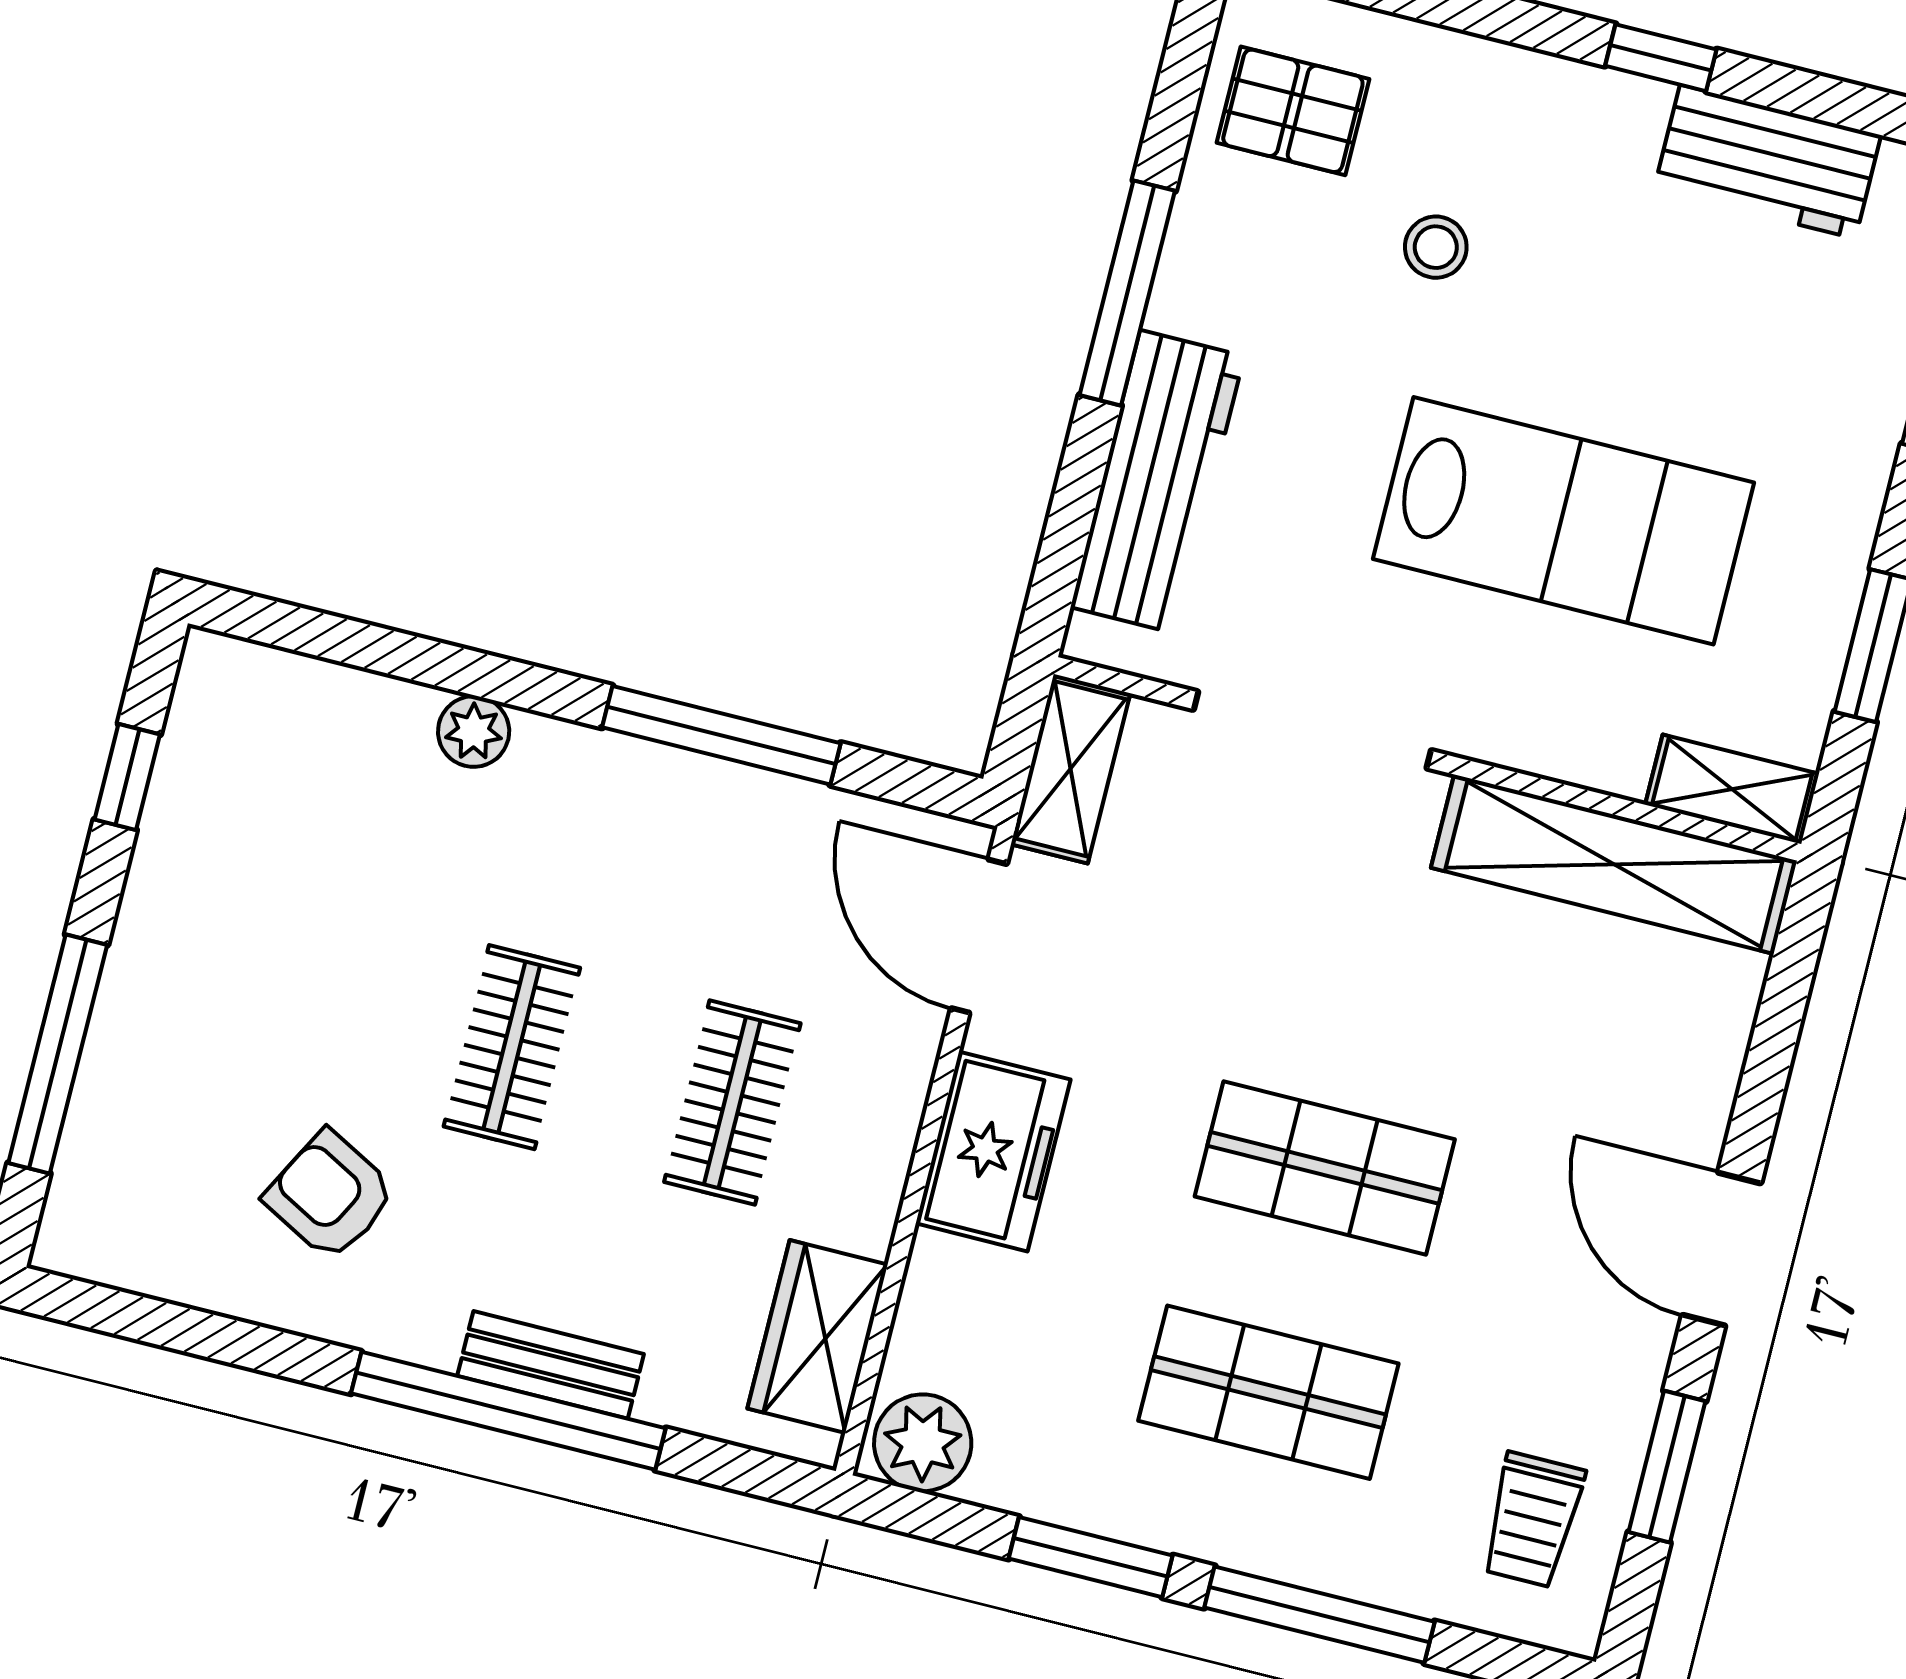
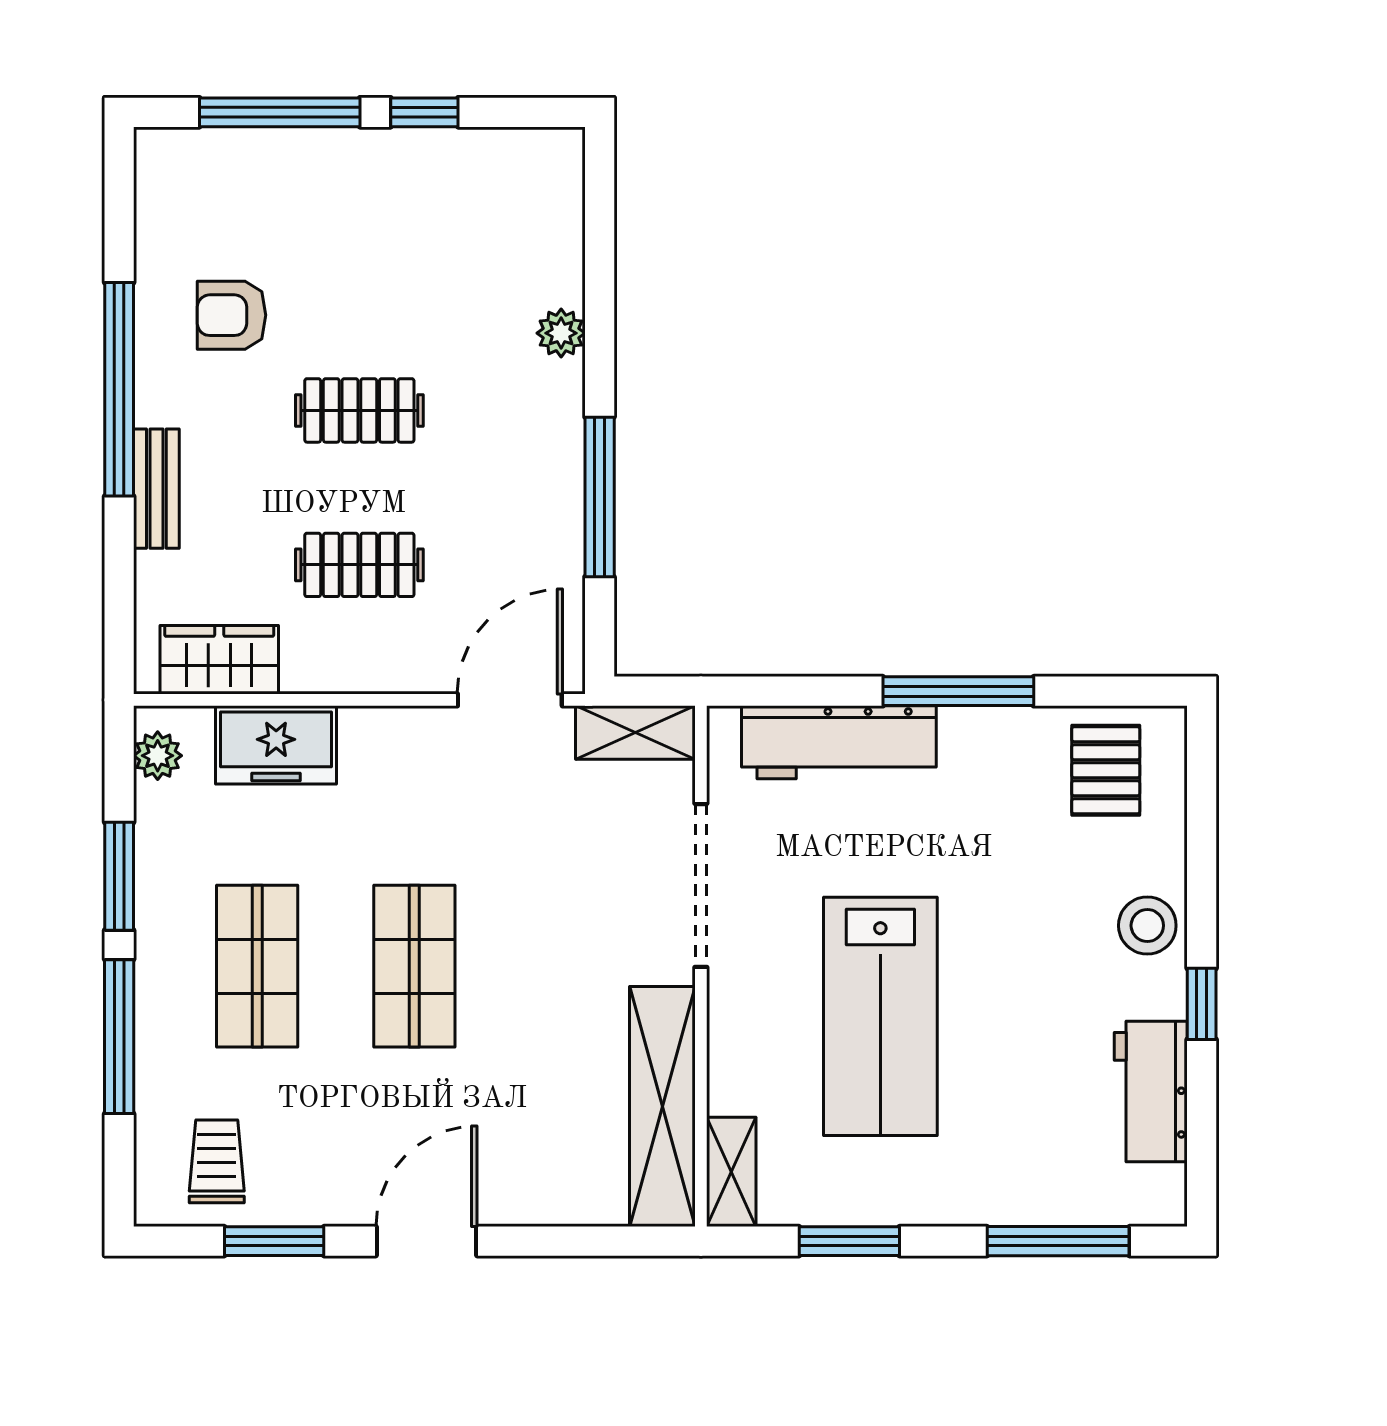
stool: (1436, 247) -> (1147, 926), moved, width x1.37, depth x1.37
window: (127, 777) -> (424, 112), moved
freezer: (993, 1151) -> (276, 745), moved
armchair: (330, 1195) -> (232, 315), turned -118
window: (508, 1411) -> (119, 389), moved
plant: (923, 1443) -> (158, 756), width x0.73, depth x0.73
trolley: (1532, 1520) -> (217, 1161), turned 90

